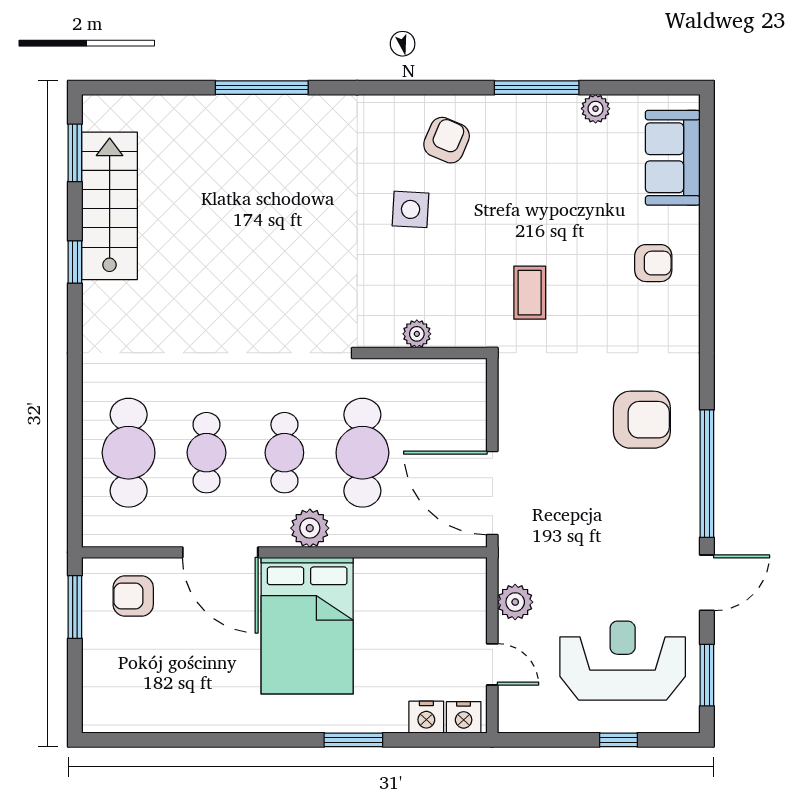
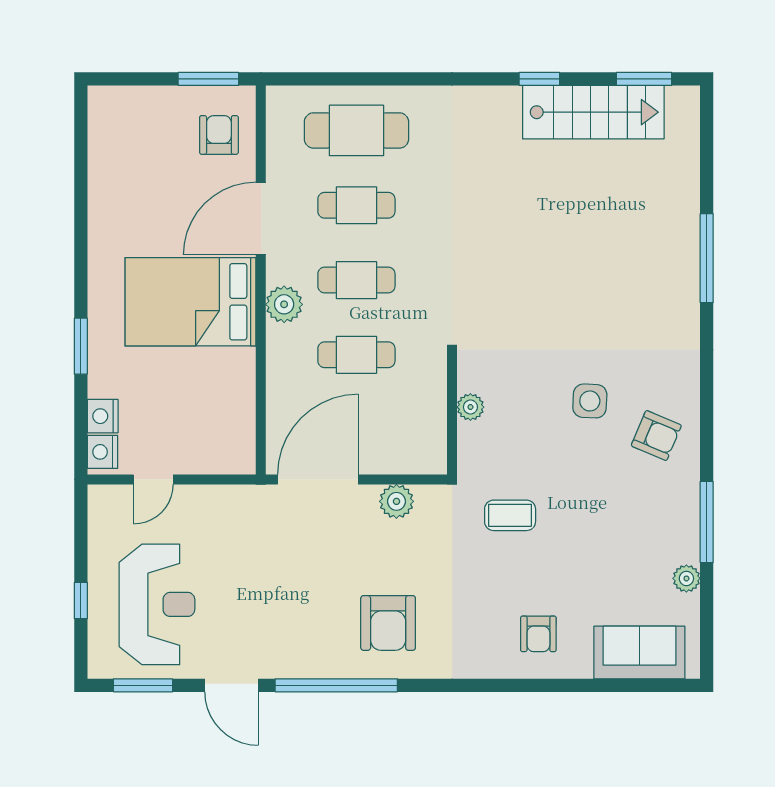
cafe table: (362, 453) -> (356, 355), width x0.73, depth x0.74
plant: (515, 602) -> (396, 501), moved

